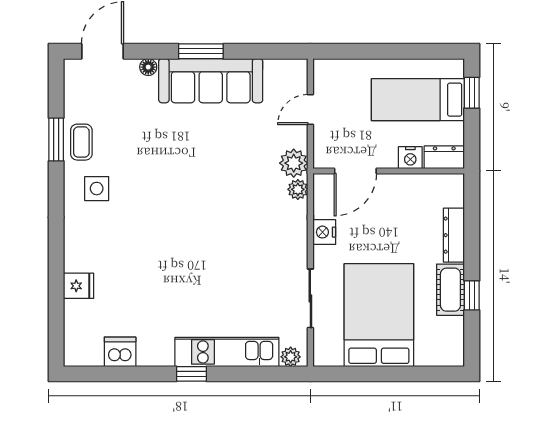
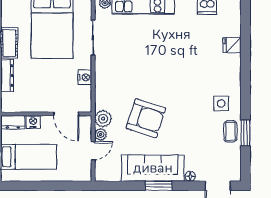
armchair: (222, 164) -> (146, 118), added
door: (355, 171) -> (66, 114), swing flipped
plant: (298, 189) -> (101, 134), moved

